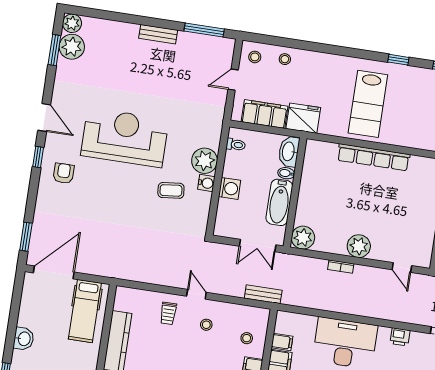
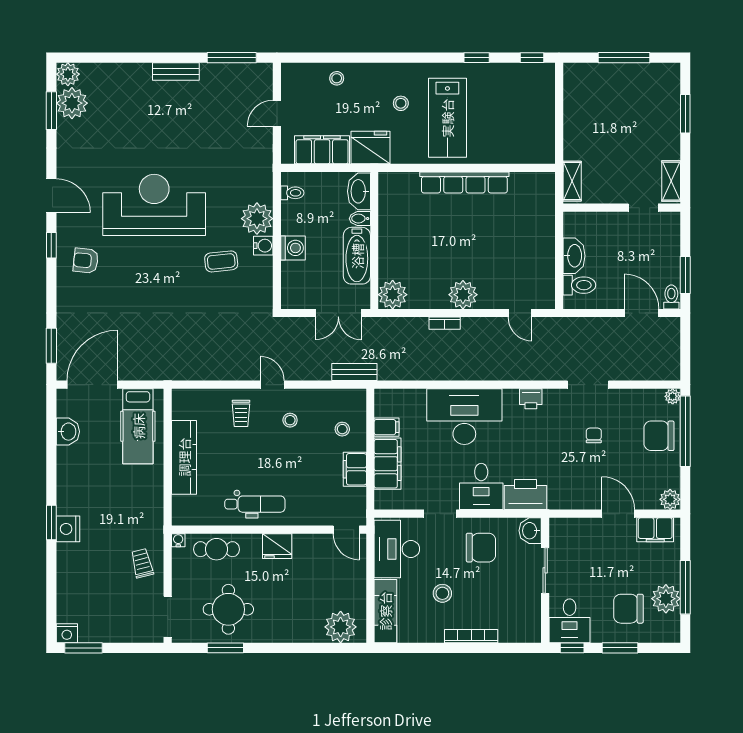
stool: (255, 57) -> (401, 103), moved
armchair: (64, 173) -> (86, 261), turned -84
washbasin: (24, 339) -> (68, 432), moved

